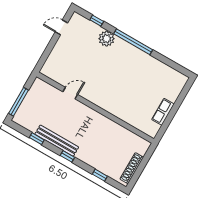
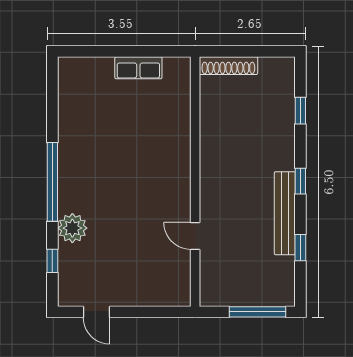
shoe rack: (132, 168) -> (228, 66), moved

